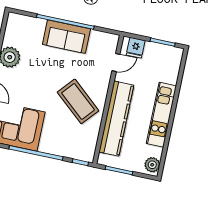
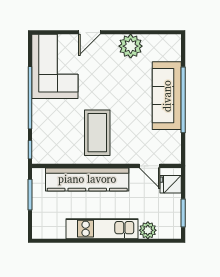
sofa: (66, 37) -> (167, 96), width x1.36
coffee table: (78, 101) -> (97, 133), turned -41
plant: (152, 165) -> (148, 230), moved

